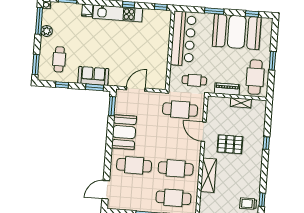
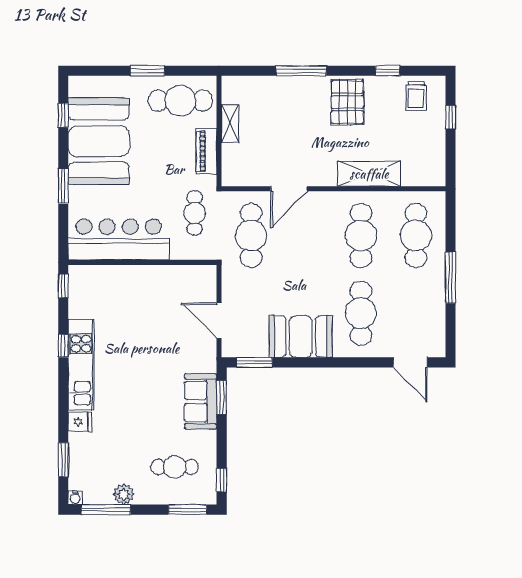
window: (62, 85) -> (222, 480), moved
window: (266, 143) -> (301, 71), width x2.17
pallet: (230, 144) -> (347, 102), moved
window: (262, 200) -> (388, 71), moved

